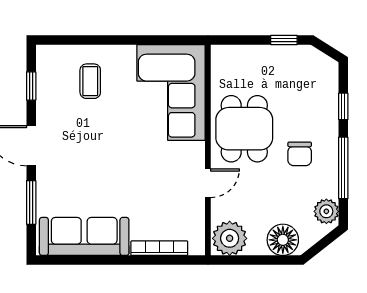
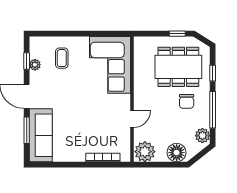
plant: (45, 92) -> (35, 65), added
dining table: (244, 129) -> (178, 67), moved, width x1.37
sofa: (84, 236) -> (41, 135), moved, turned 90

